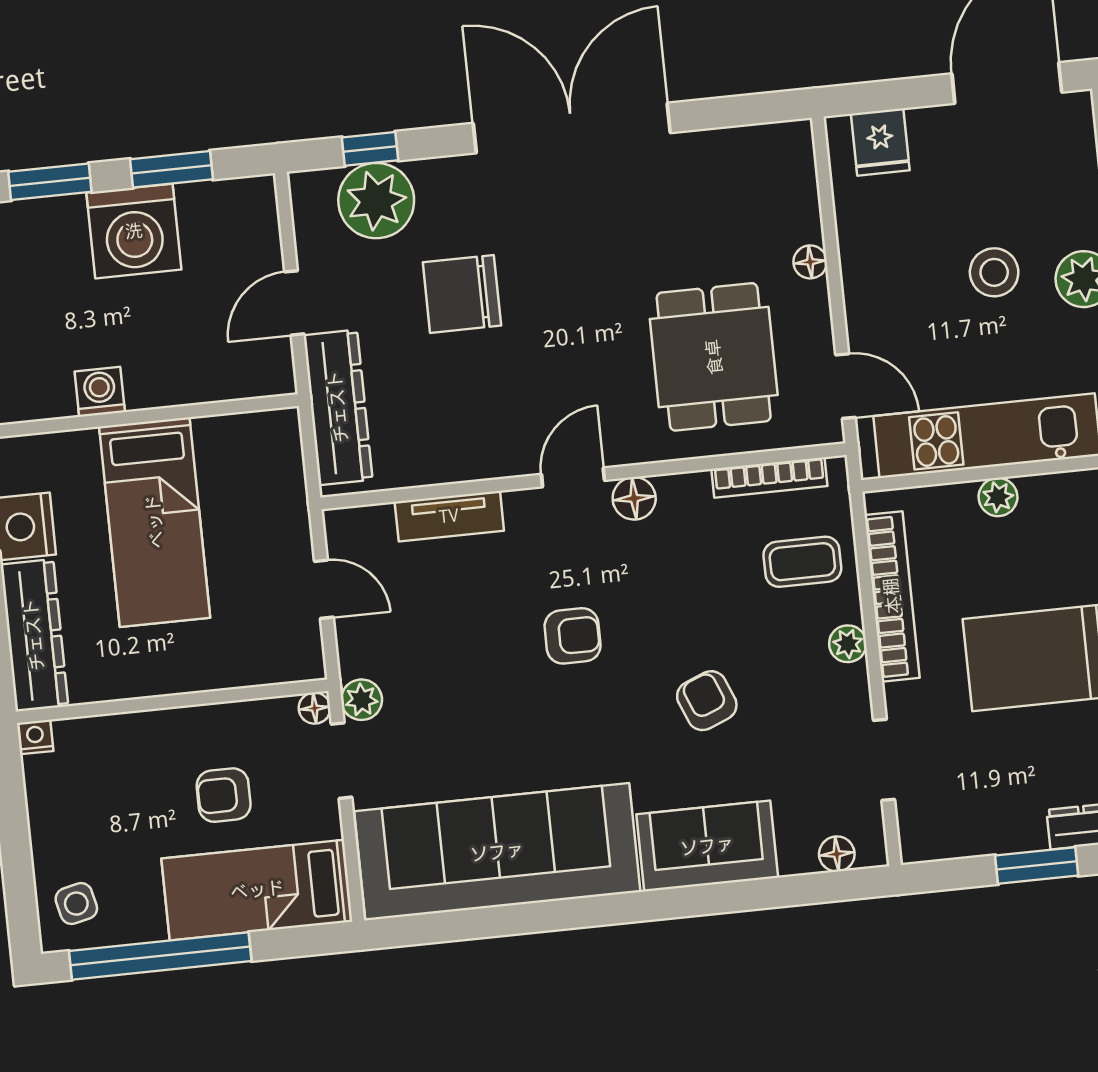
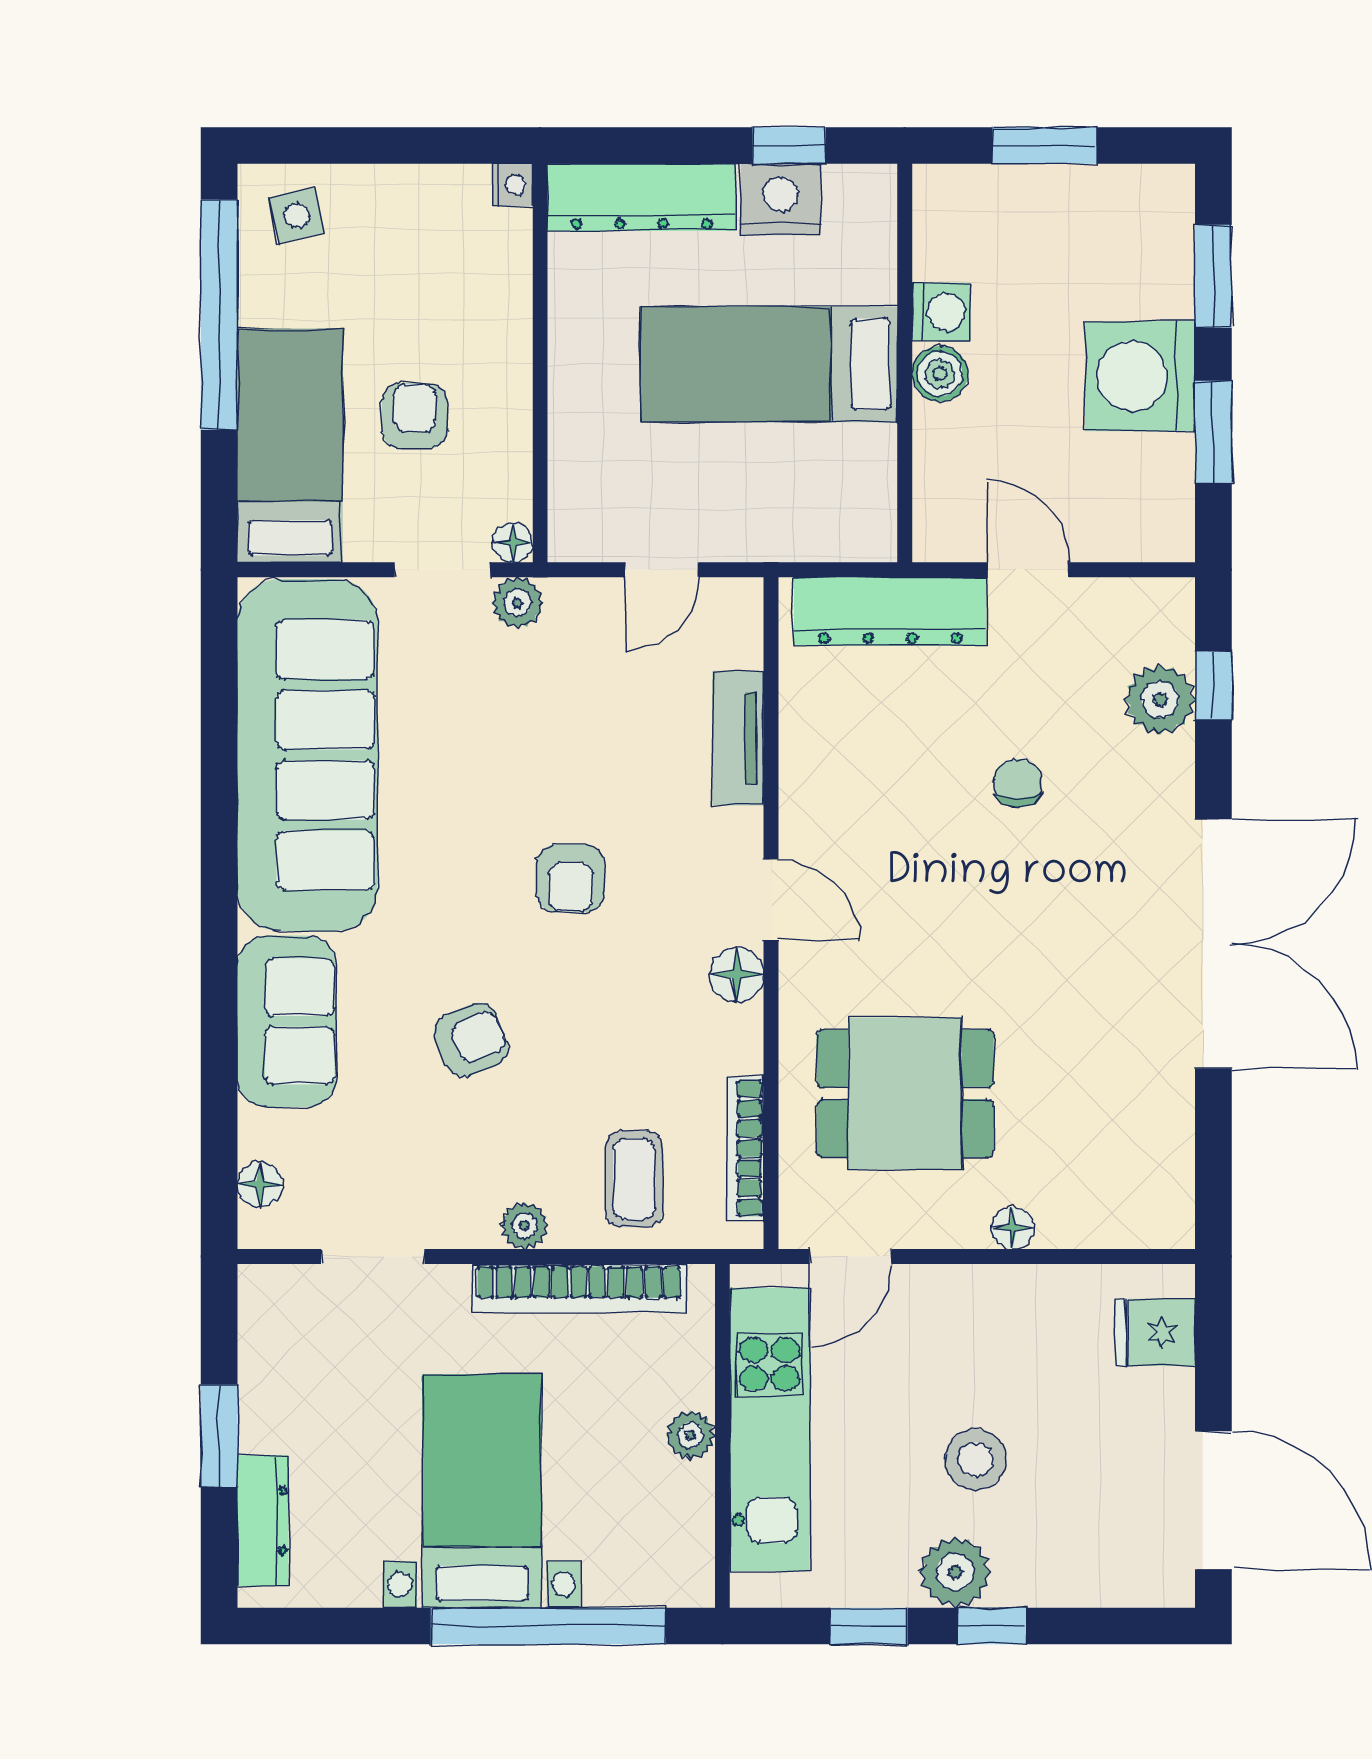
plant: (376, 201) -> (1160, 700), width x0.73, depth x0.73
chair: (462, 294) -> (1018, 783), width x0.54, depth x0.54
boiler: (148, 388) -> (940, 374), added

